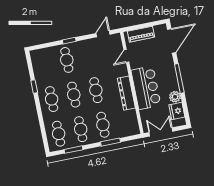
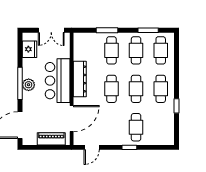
door: (126, 56) -> (72, 119), width x1.87
plant: (175, 97) -> (29, 85), moved

